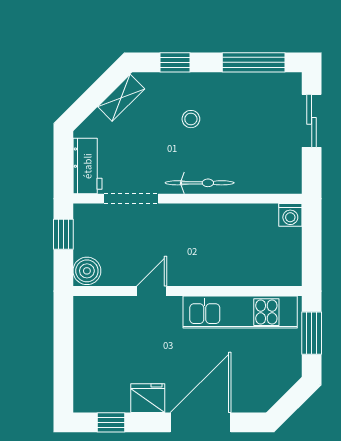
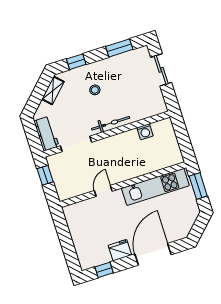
window: (254, 62) -> (119, 48), width x0.69
washing machine: (290, 215) -> (145, 132), moved
boiler: (87, 271) -> (64, 191), removed

